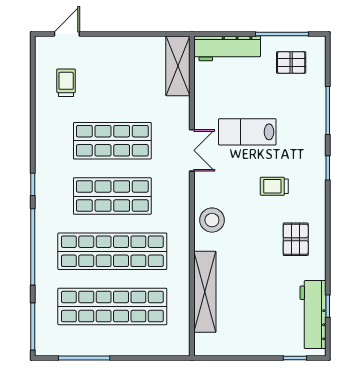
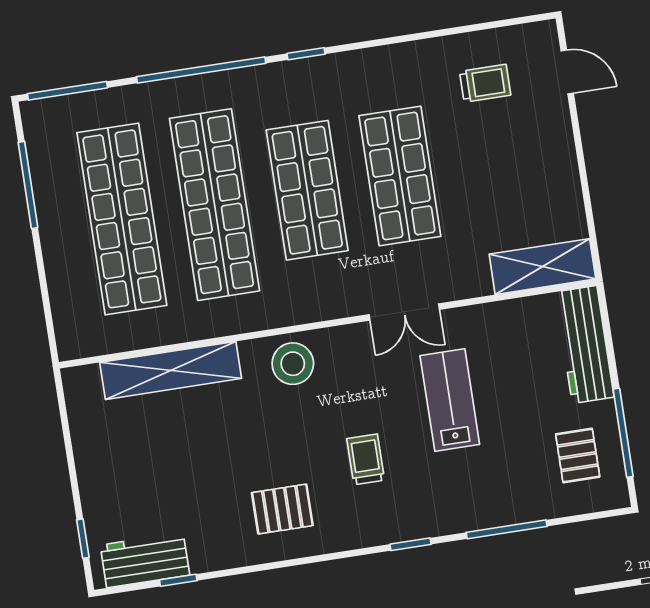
workbench: (313, 315) -> (145, 560), width x0.73

